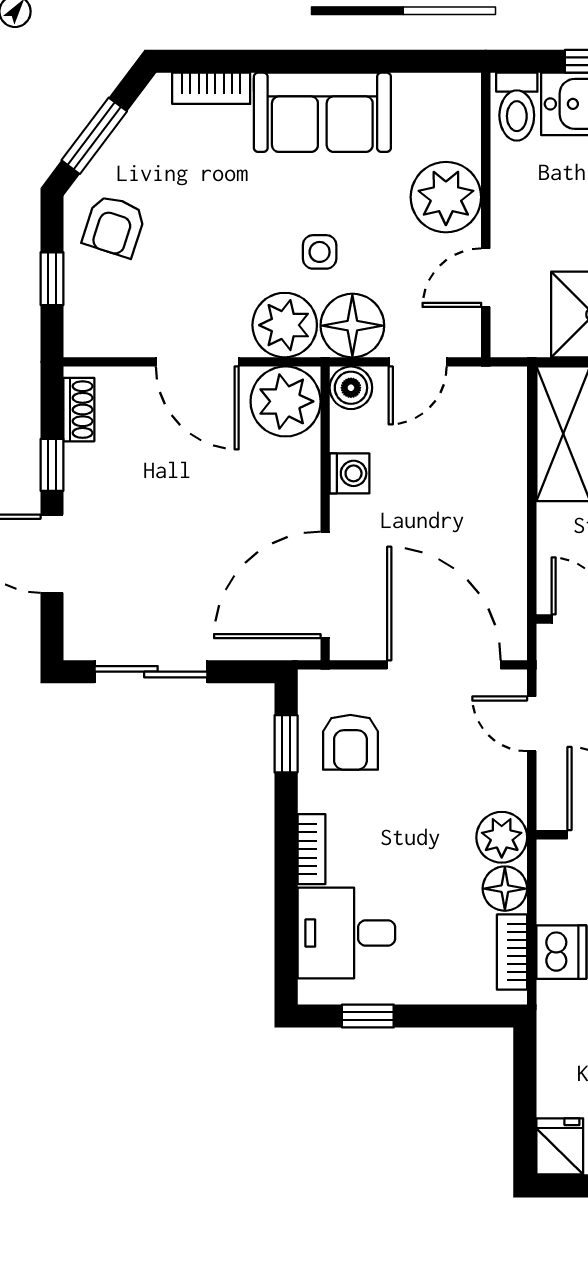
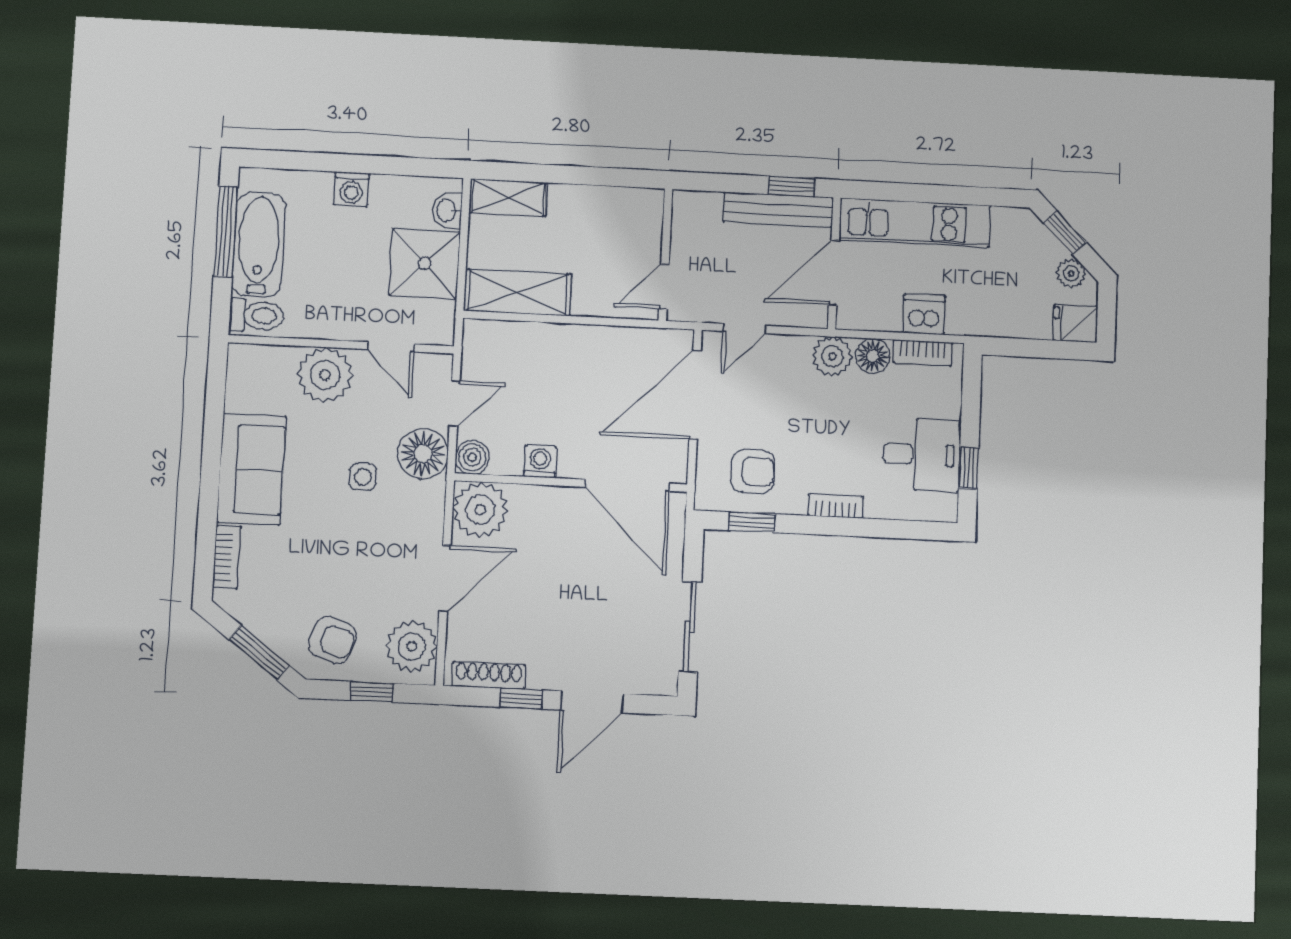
plant: (285, 325) -> (412, 646), moved
door: (418, 362) -> (455, 404), hinge flipped
shoe rack: (79, 410) -> (489, 675), width x1.43
desk: (346, 933) -> (922, 455), moved, turned -90

